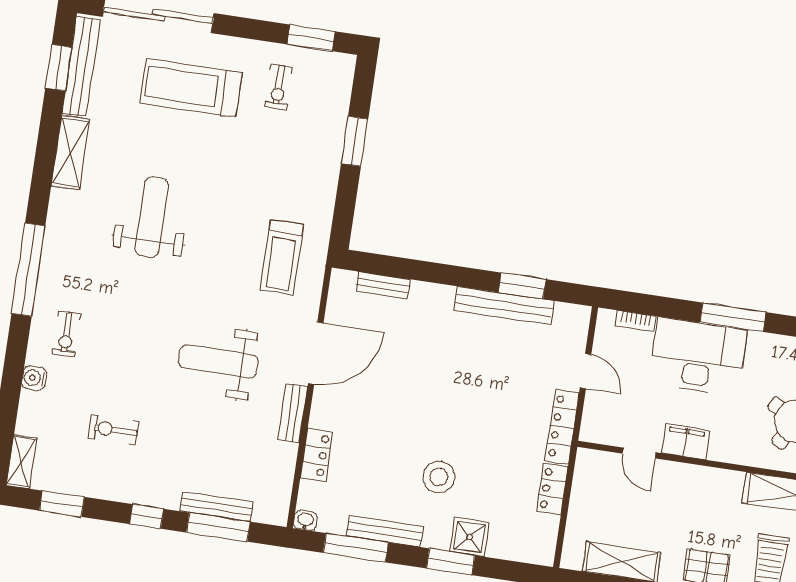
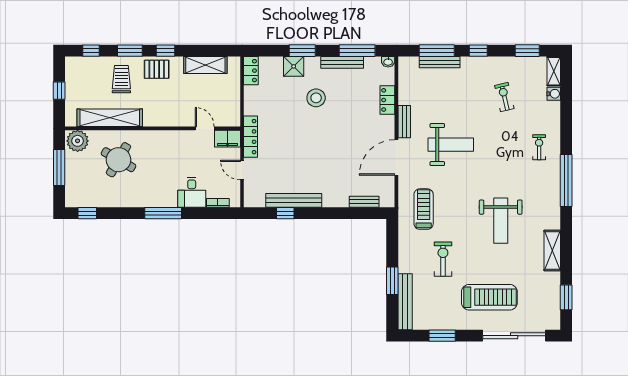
window: (311, 38) -> (442, 336), moved
bench: (81, 66) -> (405, 302), moved
exercise bike: (279, 87) -> (443, 259), moved, width x1.38, depth x1.39
window: (522, 286) -> (285, 213), width x0.67
desk: (698, 357) -> (192, 192), width x0.53, depth x0.77
water cooler: (34, 378) -> (554, 94), moved
exercise bike: (114, 430) -> (504, 97), turned -103
filing cabinet: (686, 442) -> (227, 139), moved
locker: (552, 489) -> (251, 71), moved

